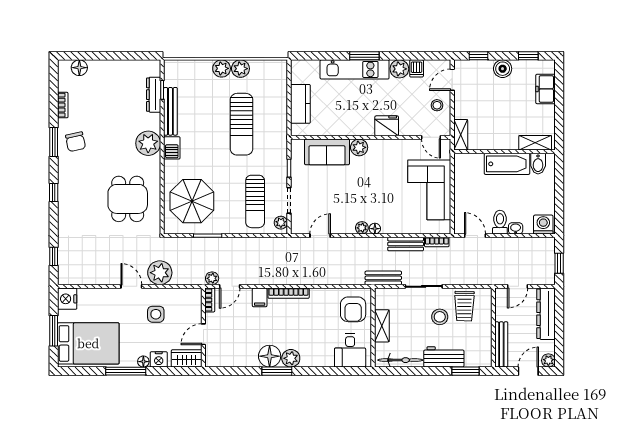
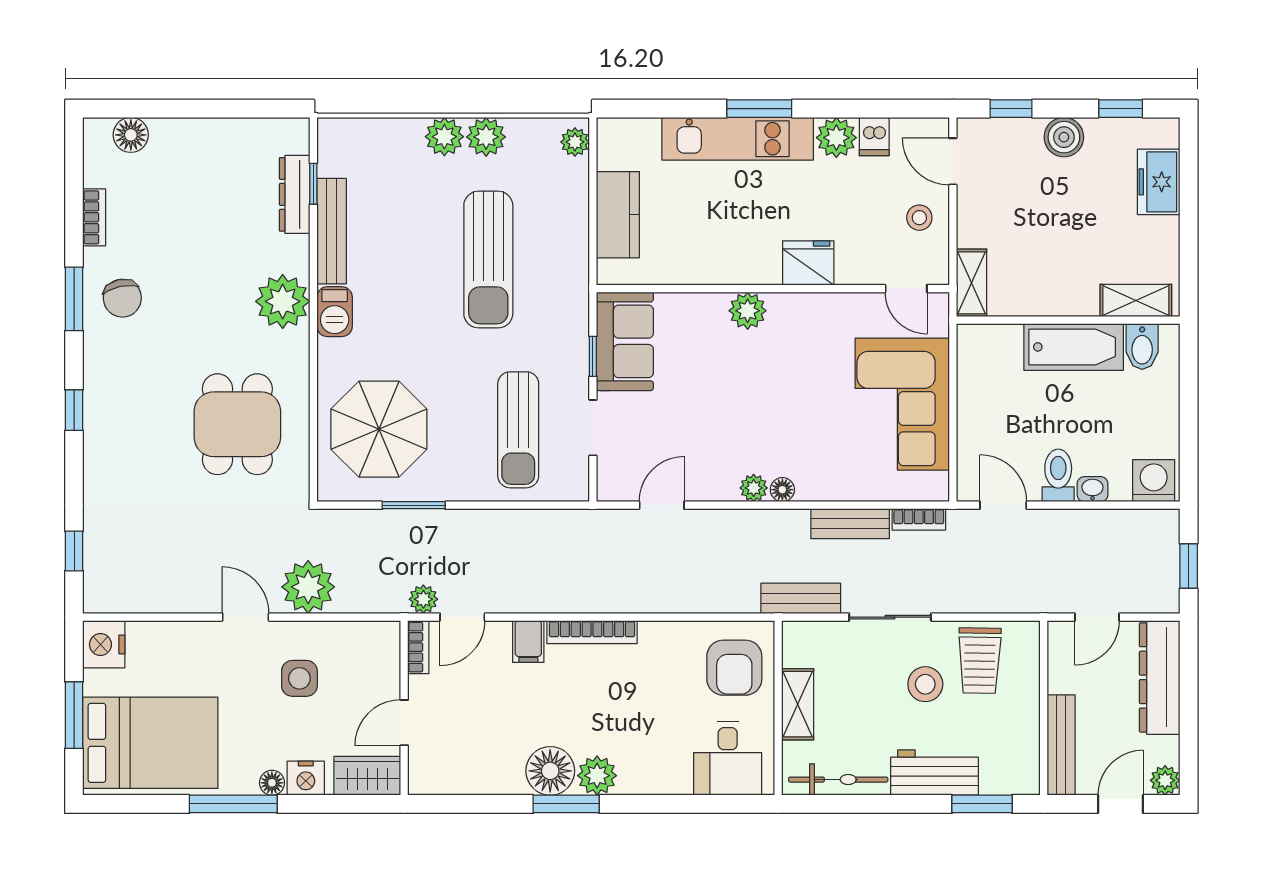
door: (452, 80) -> (953, 161), hinge flipped
sofa: (327, 152) -> (625, 341), moved, turned -90
plant: (281, 223) -> (575, 142), moved

